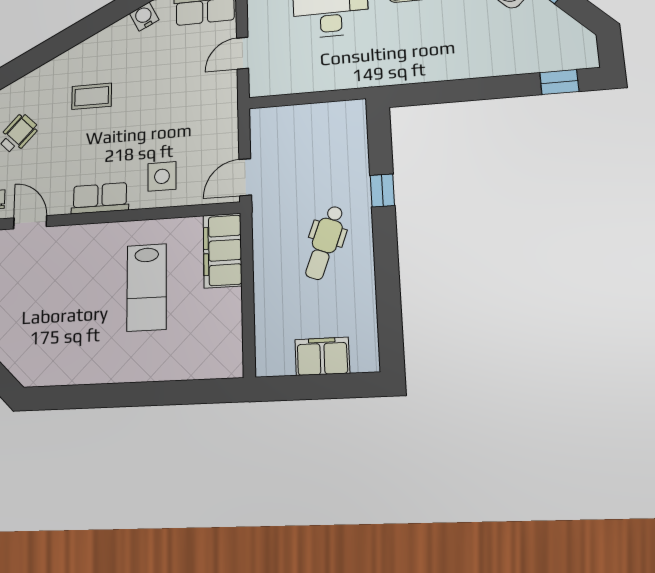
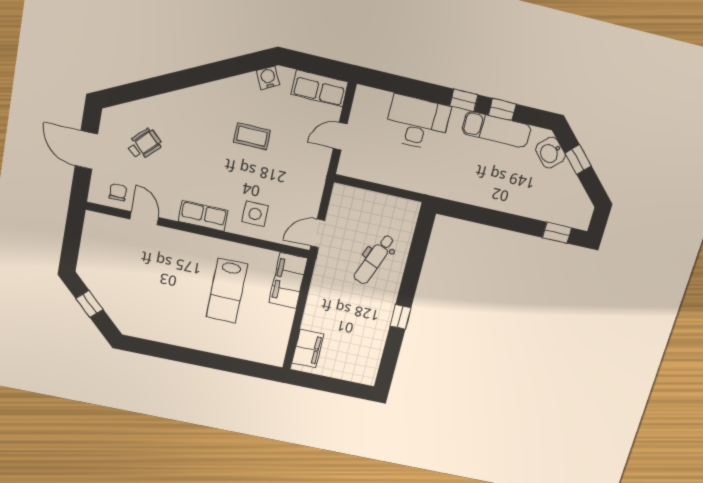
coffee table: (92, 96) -> (252, 136), moved
window: (382, 190) -> (400, 317), moved
dental chair: (325, 243) -> (374, 259), moved
filing cabinet: (322, 356) -> (308, 349), moved, turned 90

